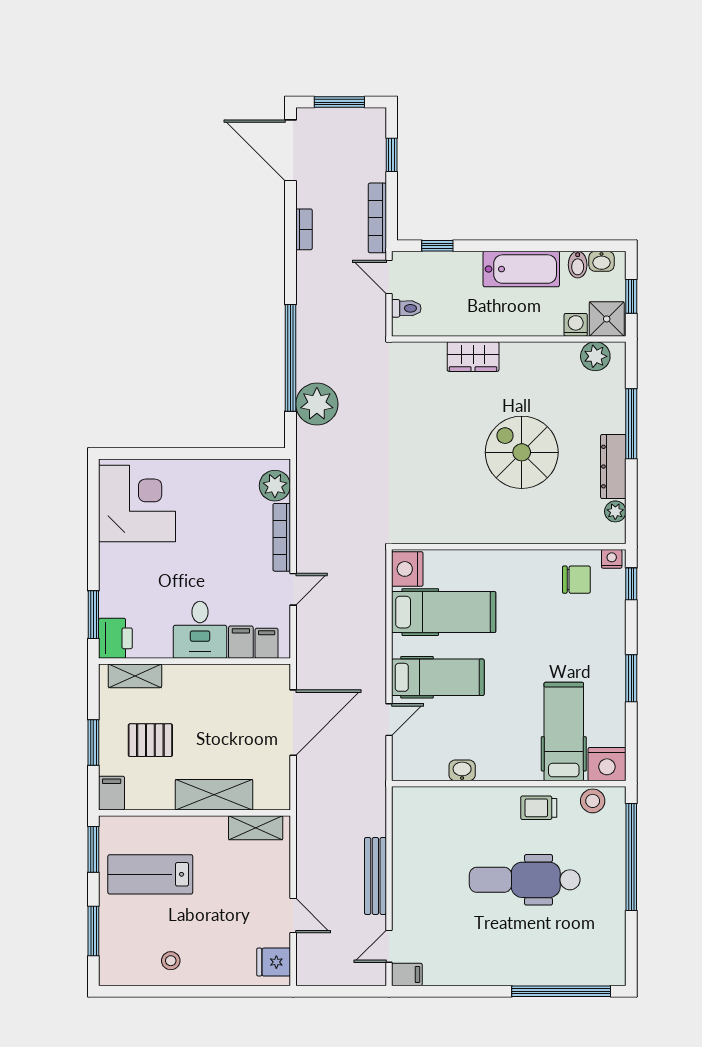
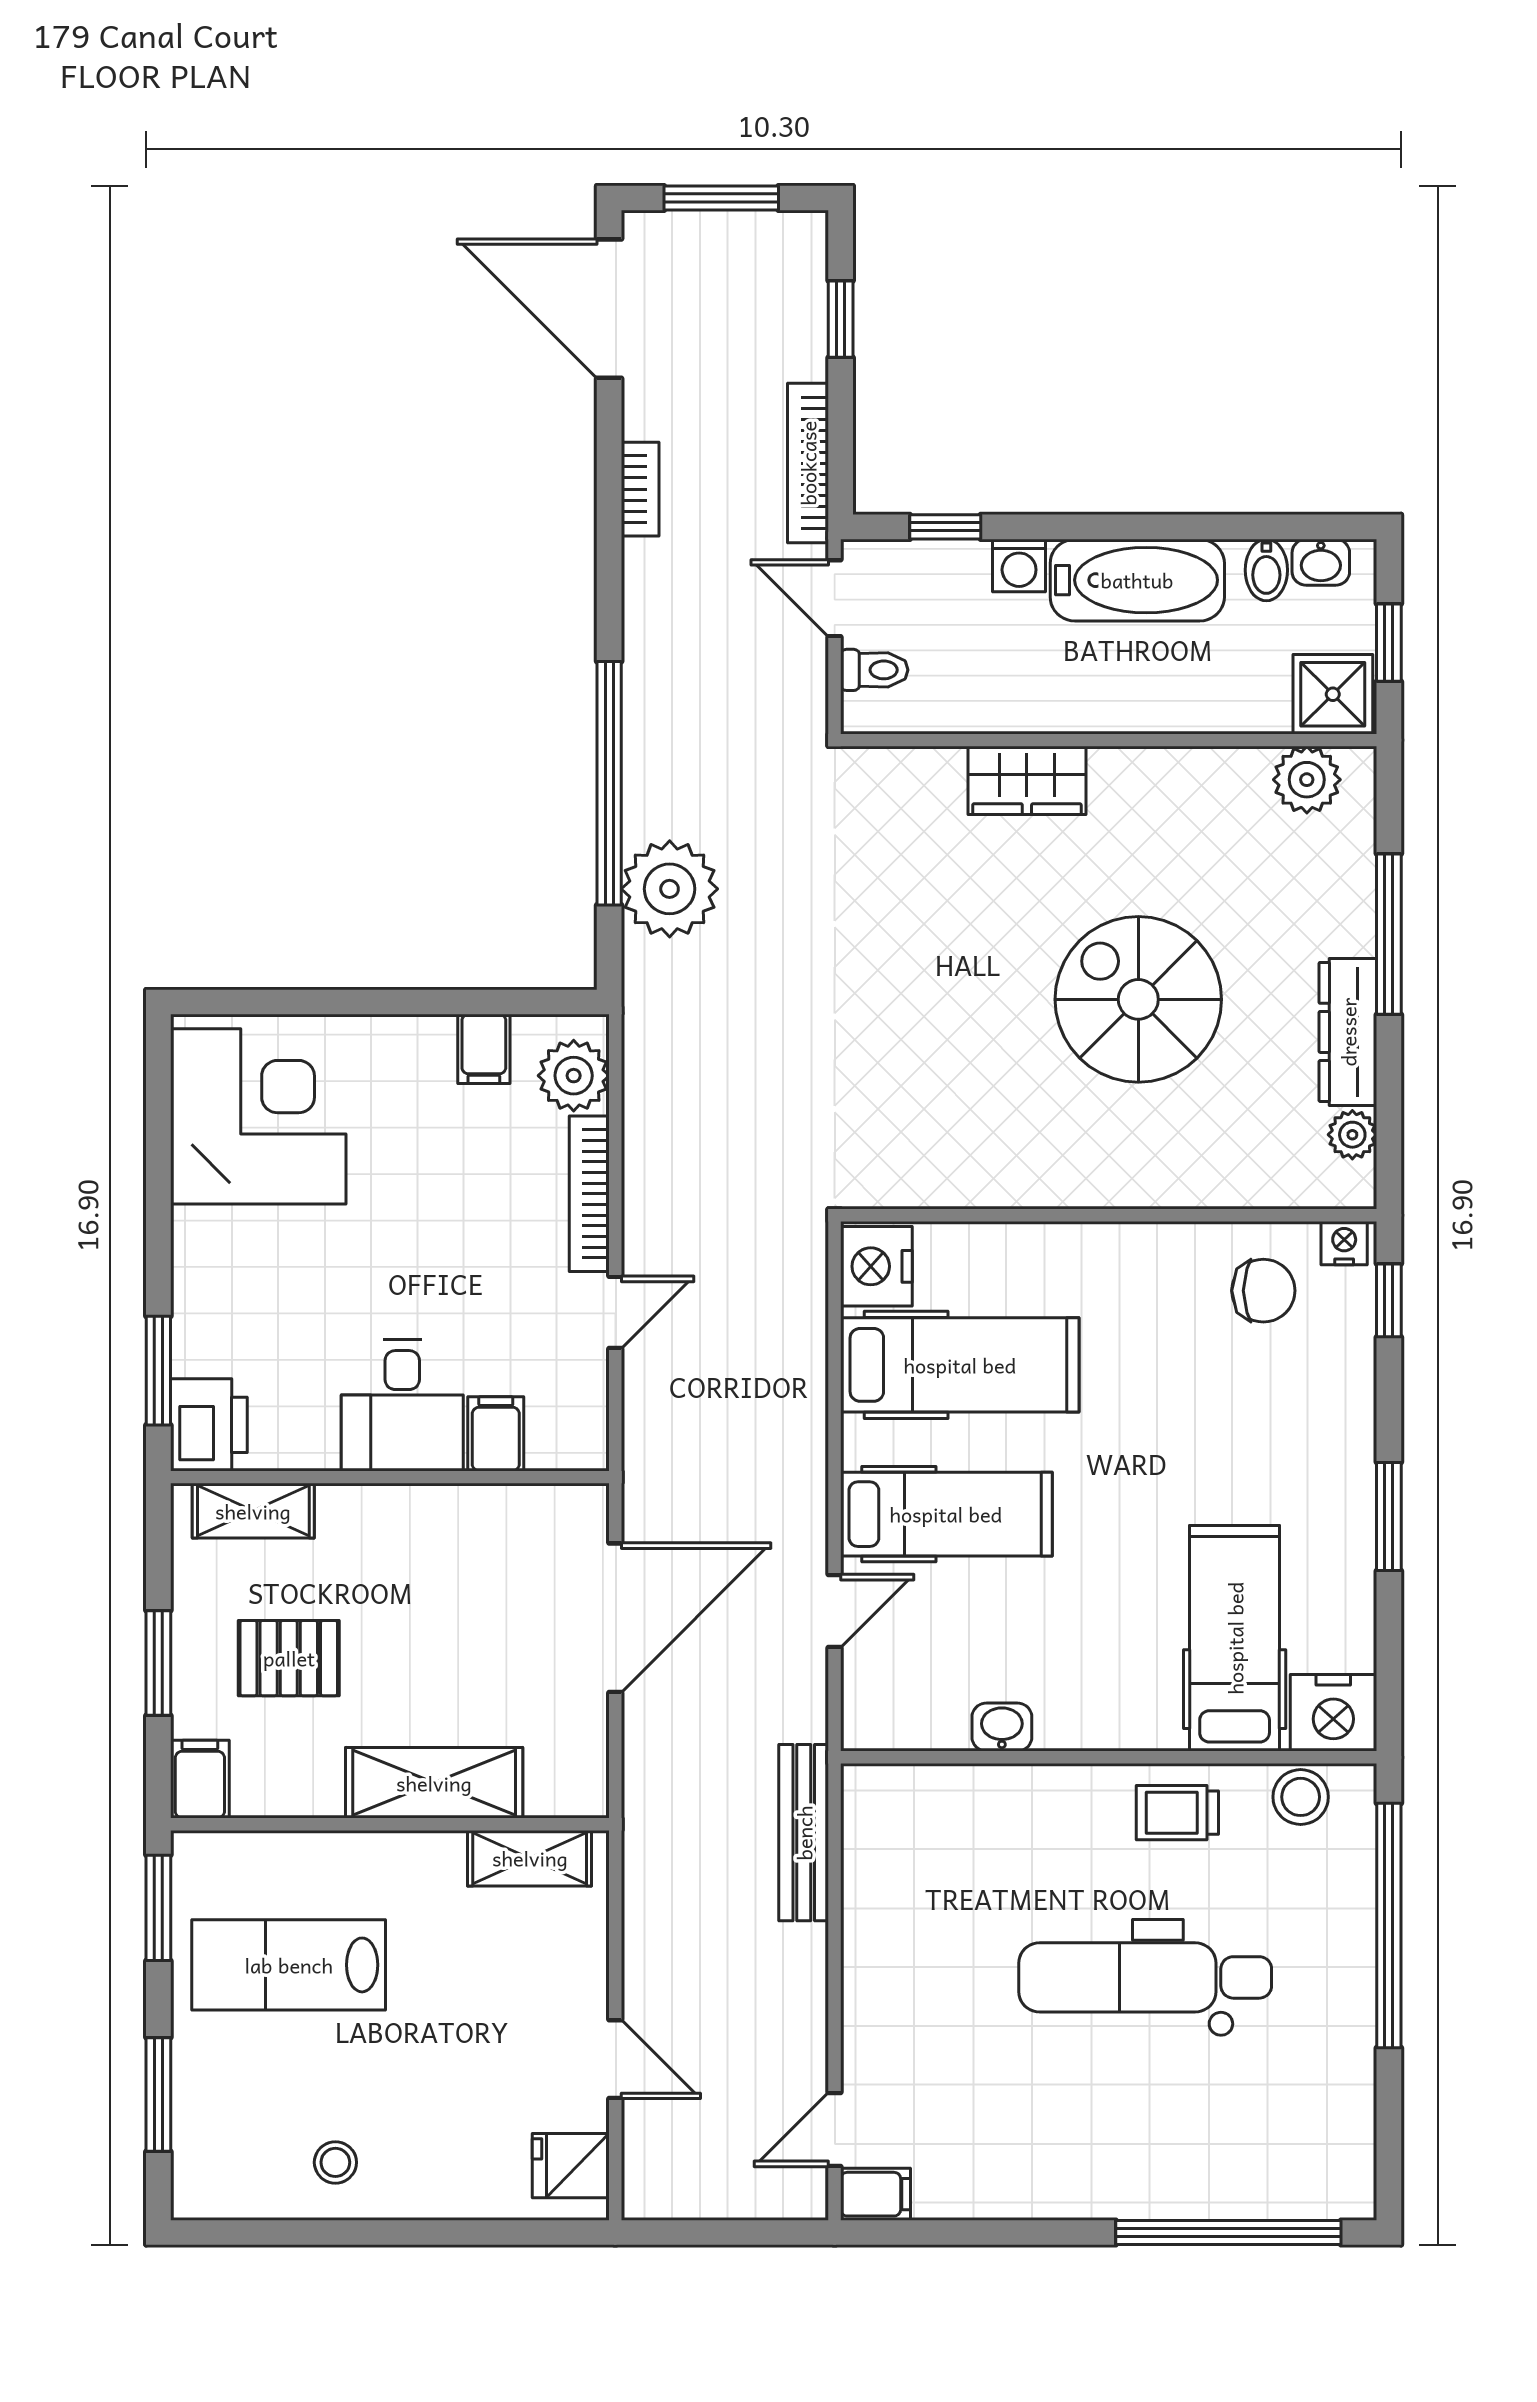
washing machine: (576, 325) -> (1019, 565), moved, turned 180
filing cabinet: (267, 643) -> (484, 1049), moved, turned 180
bench: (375, 876) -> (804, 1833), moved

